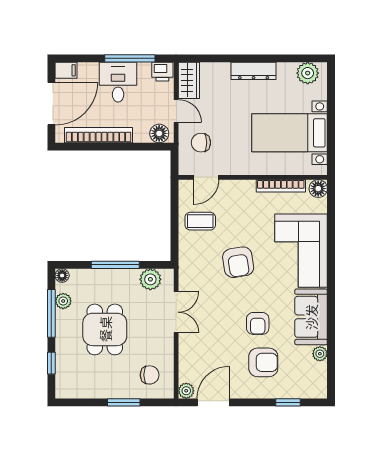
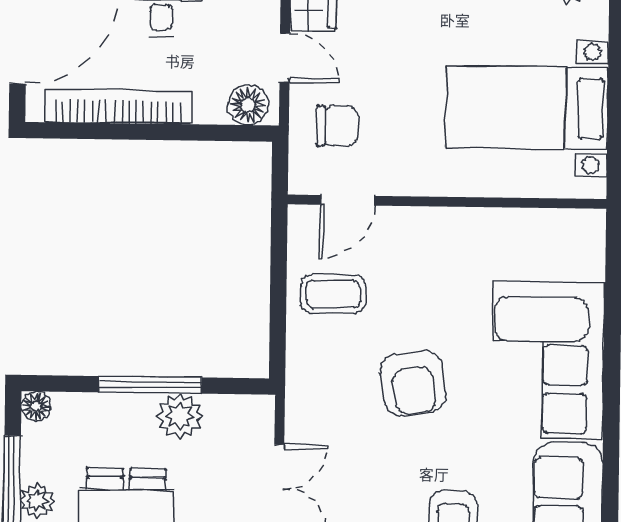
chair: (201, 143) -> (337, 126), turned 180
bookcase: (281, 186) -> (507, 221), removed
floor lamp: (318, 189) -> (587, 228), removed
plant: (150, 279) -> (180, 416), moved
plant: (63, 301) -> (37, 500), moved

